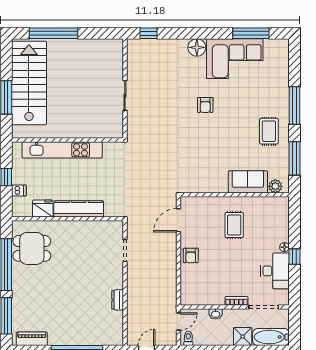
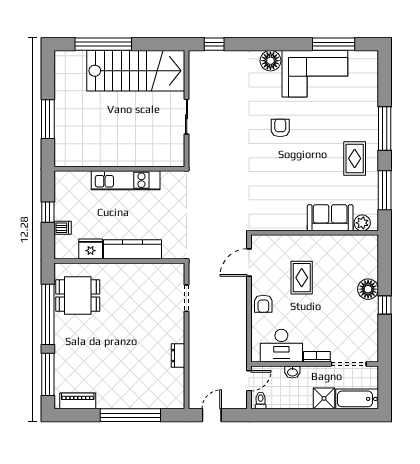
stairs: (29, 83) -> (136, 71), moved, turned 90
armchair: (205, 105) -> (280, 128), turned 180
kitchen unit: (62, 150) -> (126, 180), width x0.73
rug: (234, 225) -> (302, 278), moved
floor lamp: (284, 247) -> (368, 289), width x1.89, depth x1.89
desk: (275, 271) -> (281, 346), moved, turned 90

